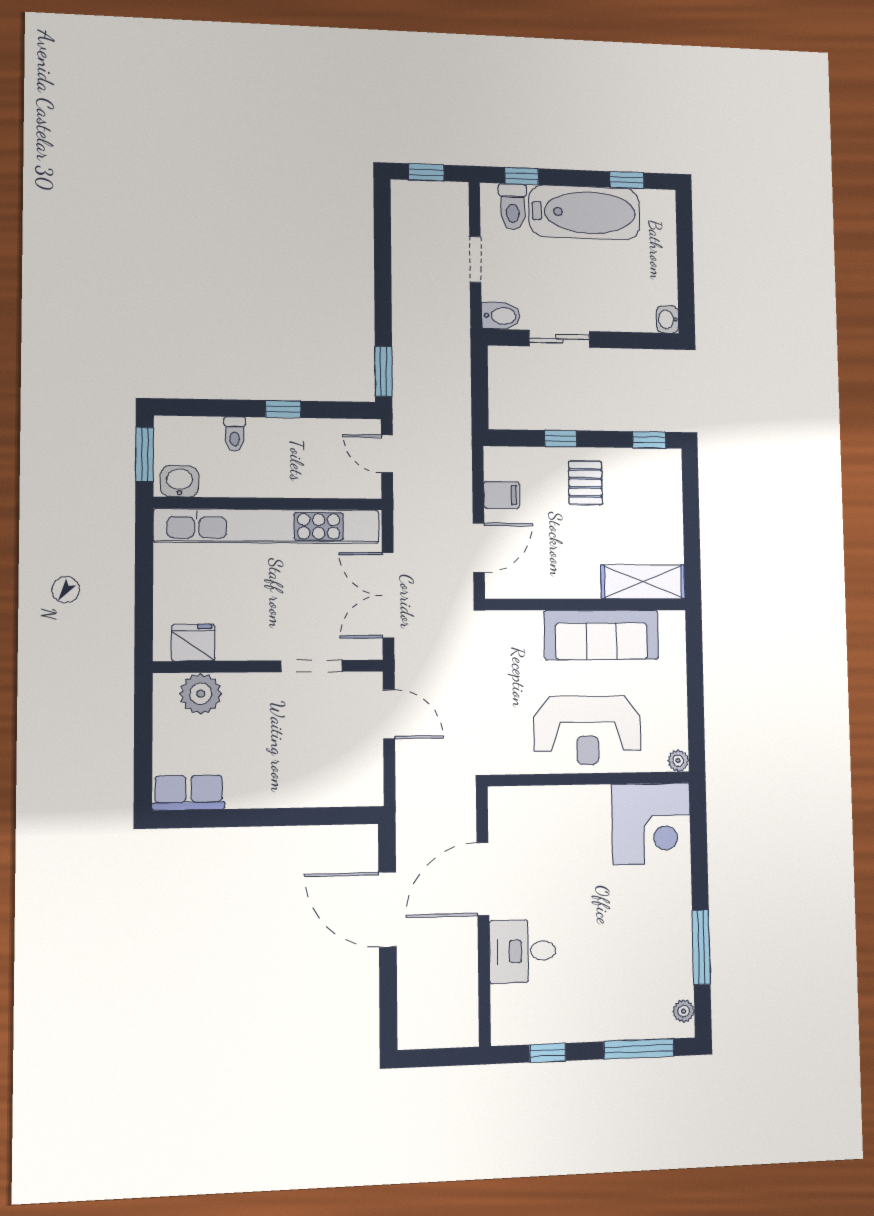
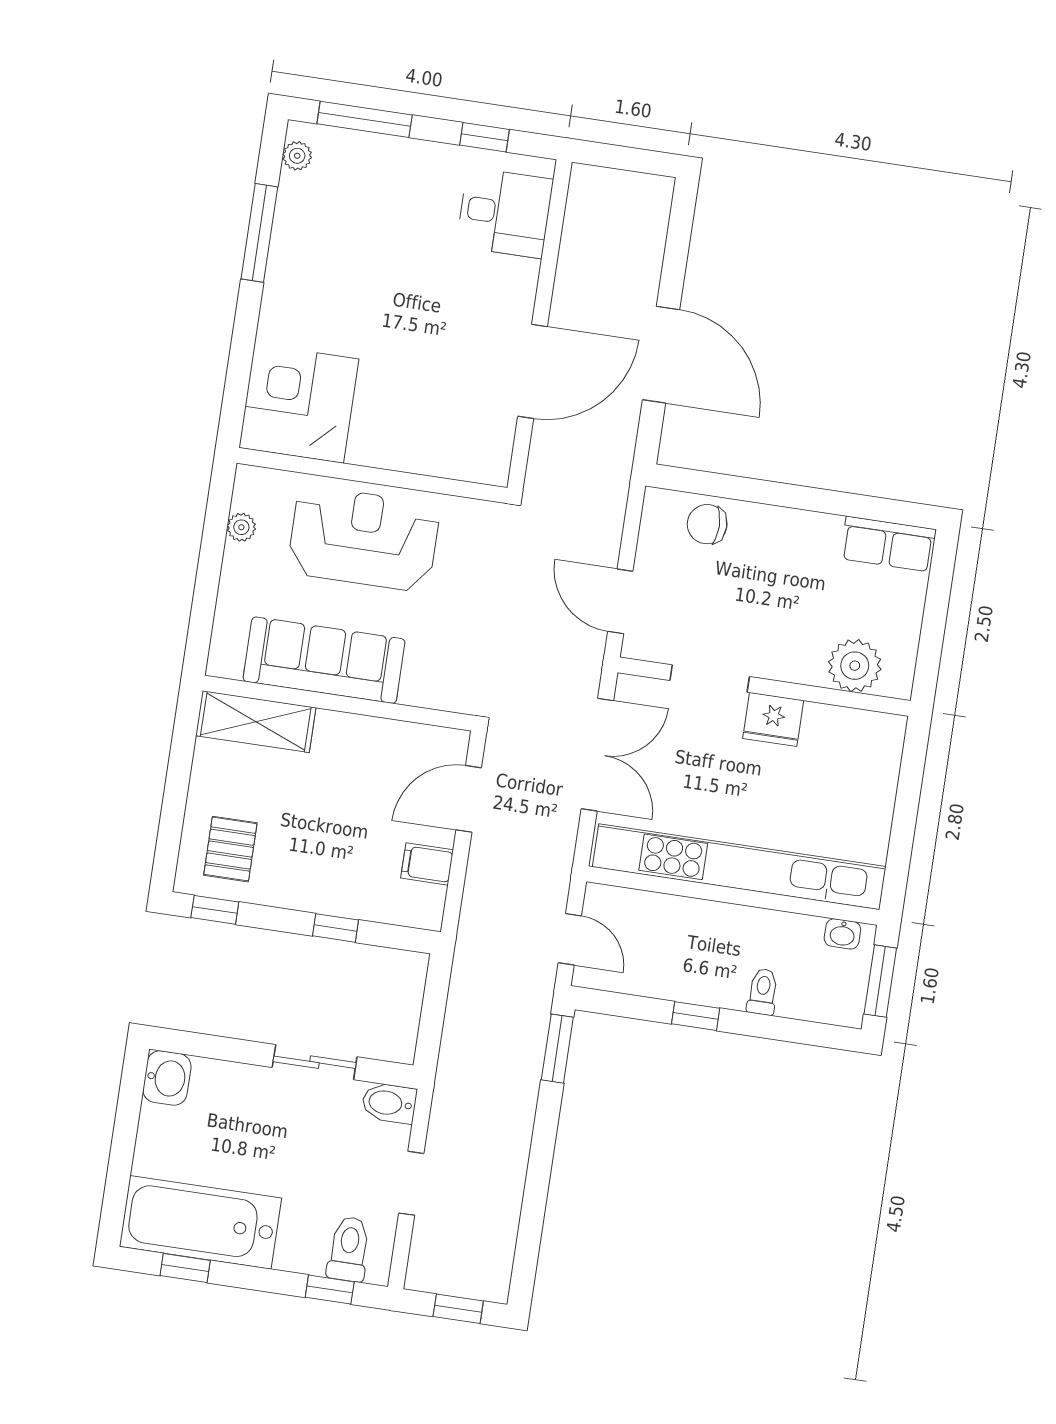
bathtub: (584, 212) -> (200, 1222), moved
washbasin: (668, 319) -> (167, 1078), width x1.38, depth x1.45
washbasin: (180, 481) -> (842, 934), width x0.72, depth x0.69
pallet: (585, 483) -> (230, 849), moved
fridge: (193, 643) -> (773, 719), moved
plant: (678, 761) -> (241, 527), moved
chair: (332, 784) -> (707, 524), added
desk: (523, 951) -> (505, 213), moved

